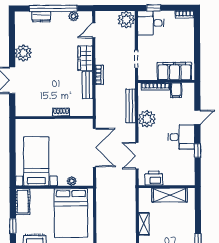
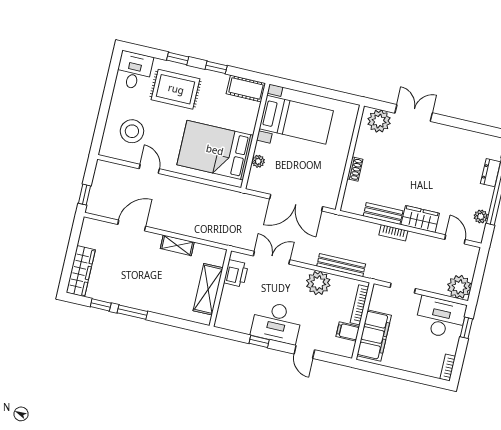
desk: (151, 23) -> (441, 318), width x1.37
plant: (23, 53) -> (379, 121), moved
desk: (181, 137) -> (277, 322), width x1.37

